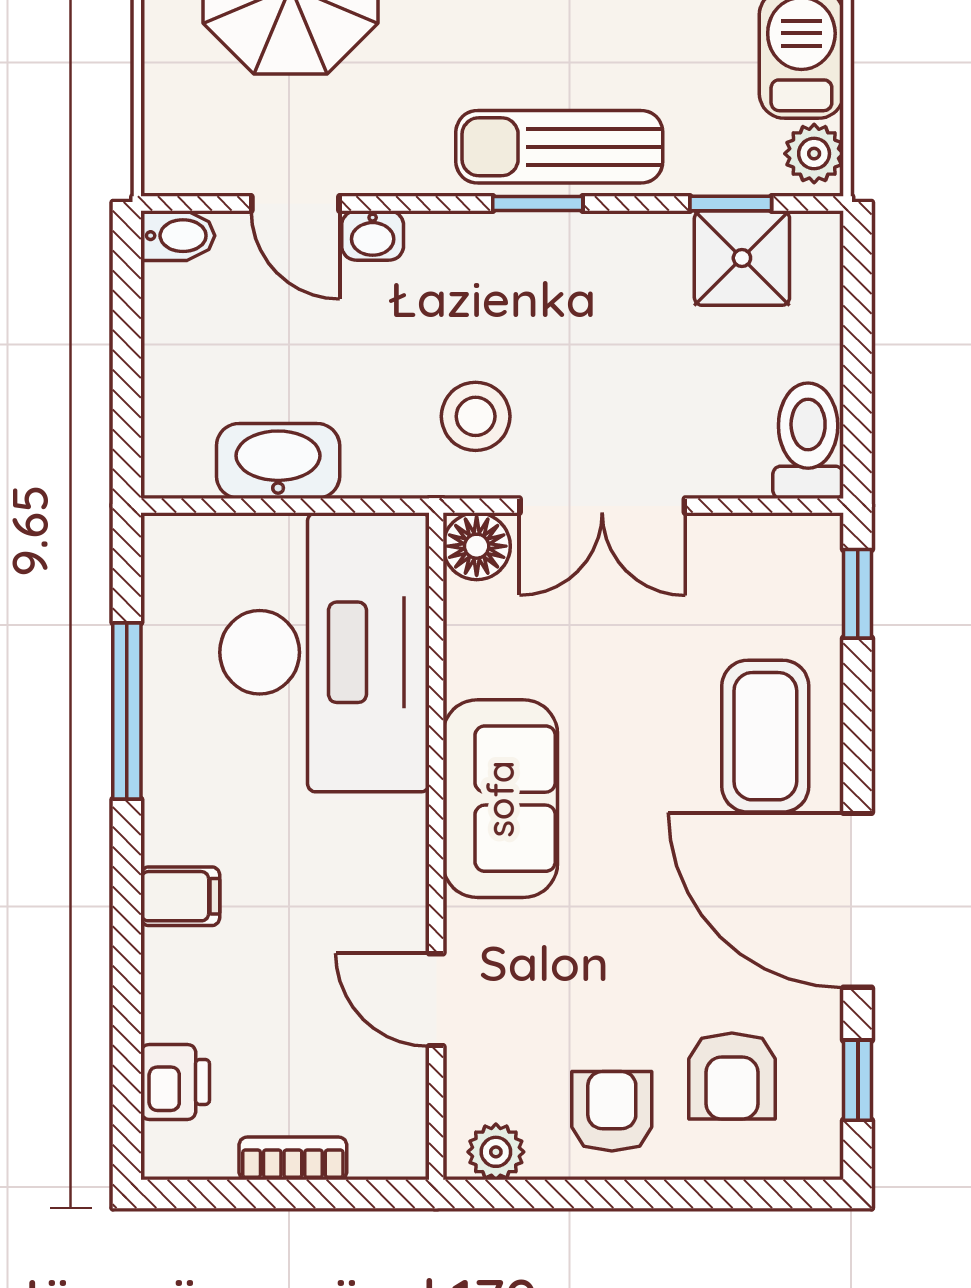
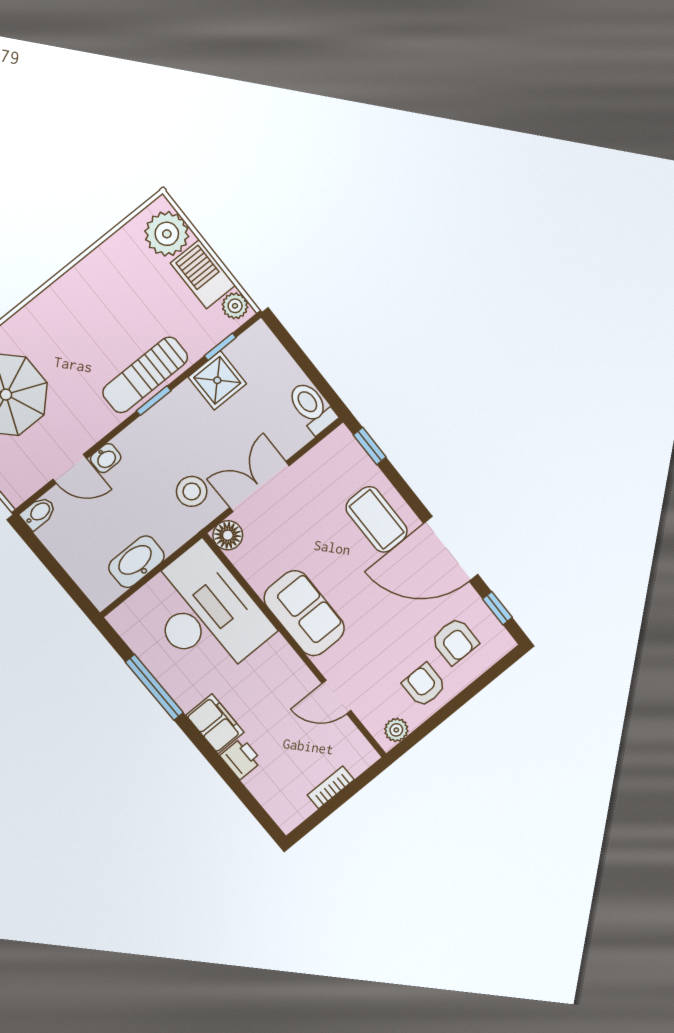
shower: (742, 258) -> (217, 380), moved
double door: (602, 506) -> (259, 487), swing flipped
filing cabinet: (180, 896) -> (215, 724), width x2.00
printer: (175, 1082) -> (241, 758), moved

